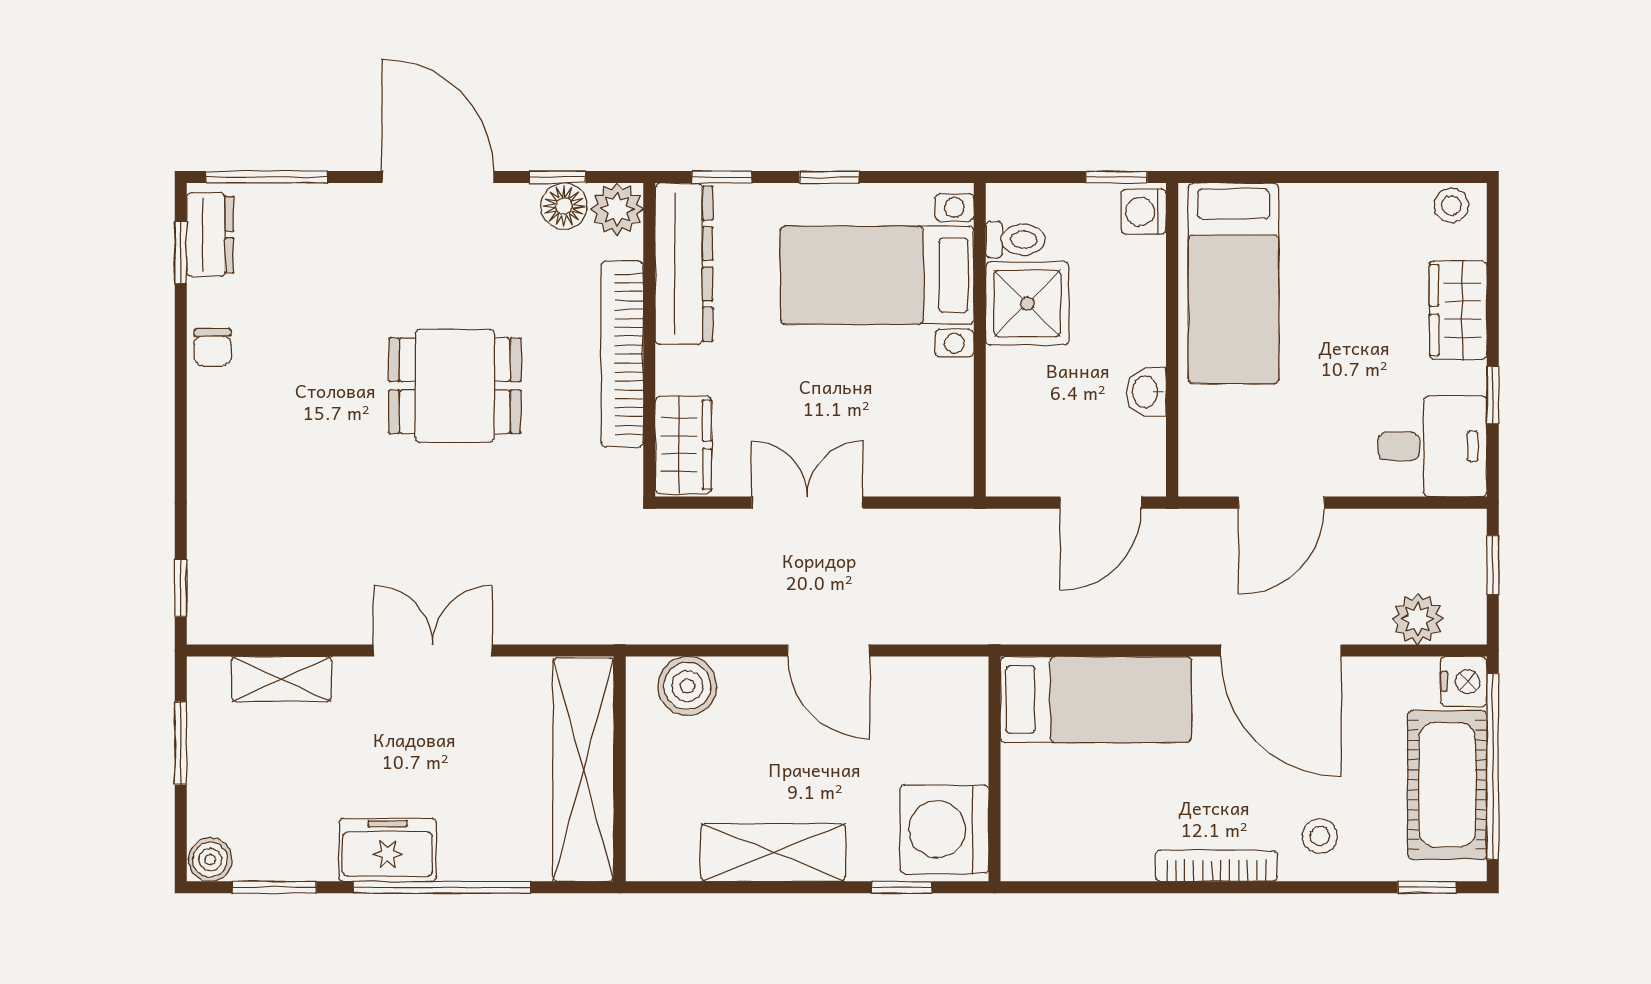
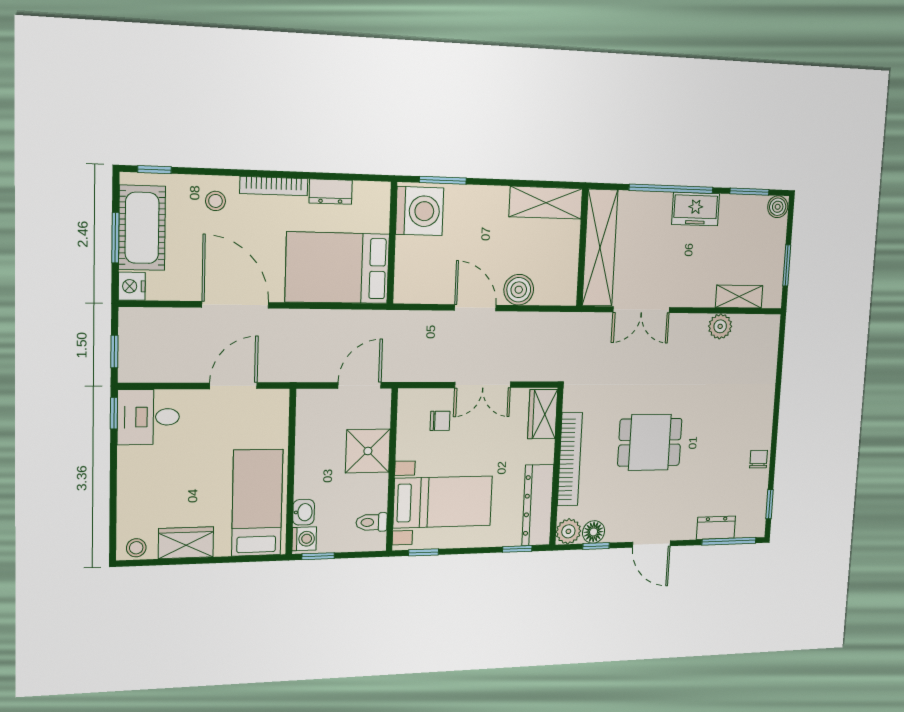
door: (438, 177) -> (651, 544), width x0.73
window: (829, 177) -> (424, 552), moved
dresser: (210, 235) -> (716, 528), moved, turned 90
shower: (1027, 303) -> (368, 451), moved
wardrobe: (1458, 310) -> (186, 543), moved, turned -90
washbasin: (1146, 392) -> (304, 512), moved
window: (1493, 395) -> (114, 413), moved
chair: (889, 434) -> (440, 421), added
door: (1101, 503) -> (360, 385), moved
window: (181, 588) -> (781, 342), removed
plant: (1418, 619) -> (720, 326), moved
double door: (433, 651) -> (641, 310), moved
boiler: (687, 686) -> (519, 290), moved
bed: (1096, 699) -> (337, 268), width x1.50
window: (1493, 766) -> (115, 238), width x0.47
shelving: (773, 852) -> (546, 203), moved
dresser: (1113, 859) -> (331, 192), added
window: (902, 887) -> (443, 180), width x1.50

